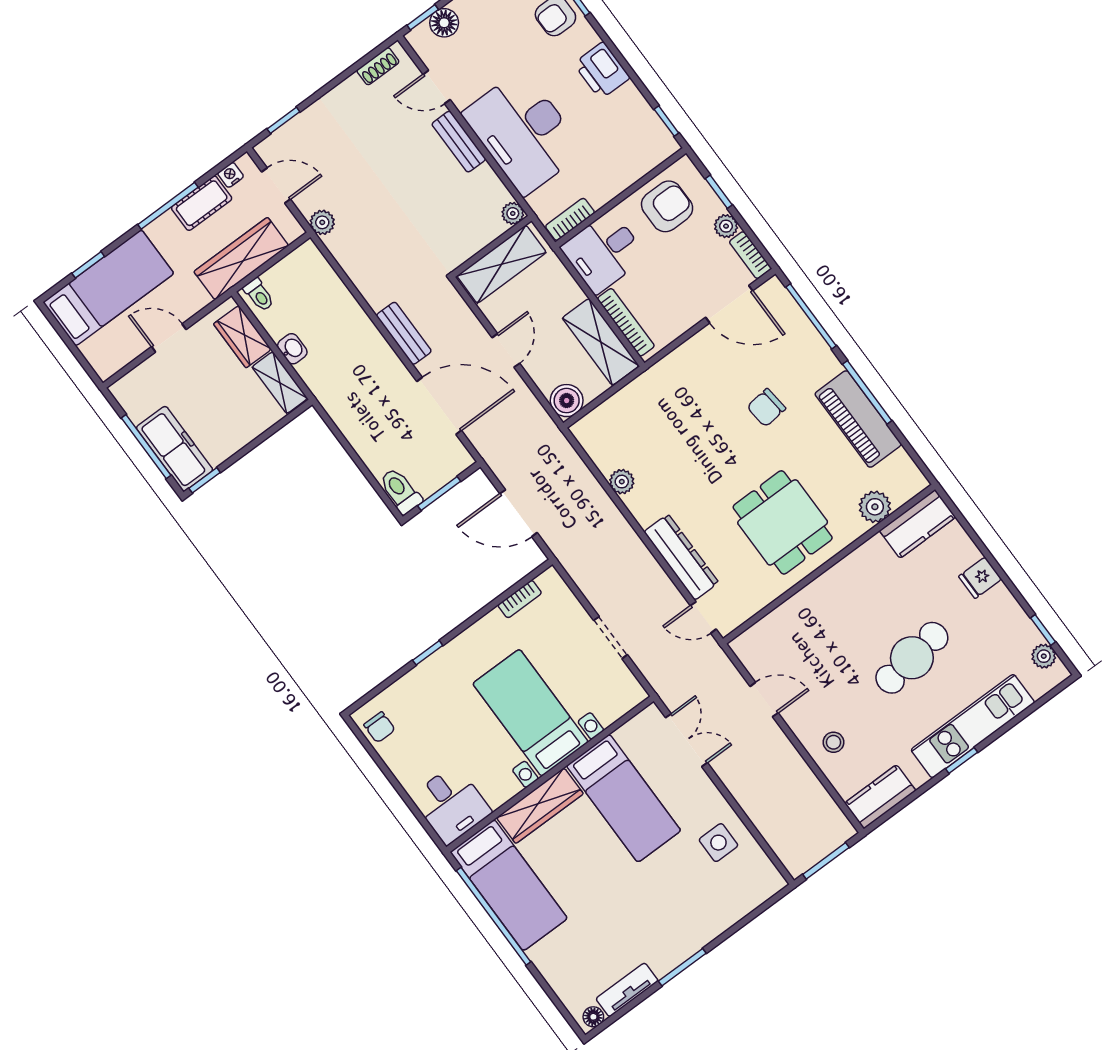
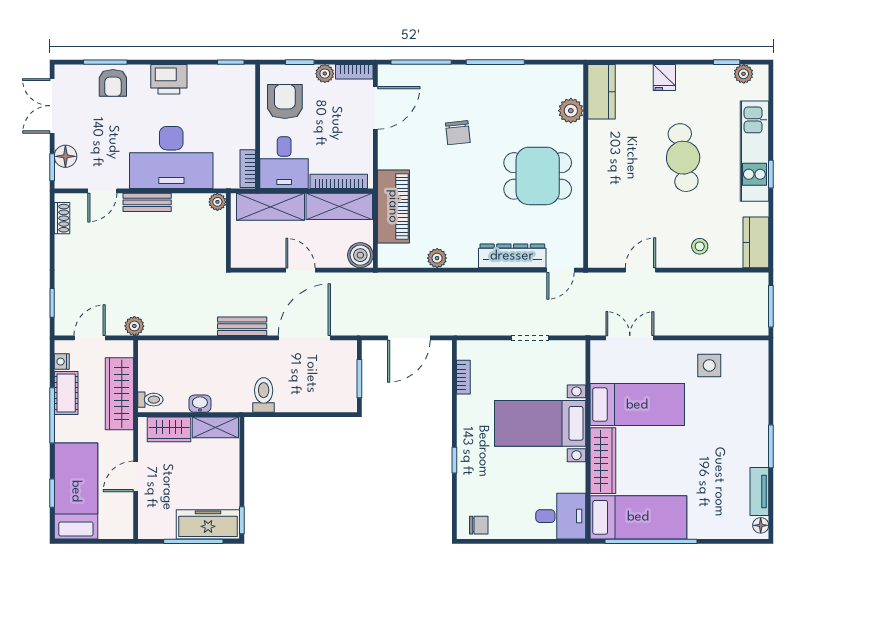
shelving: (502, 264) -> (270, 207), moved, turned 90
piano: (858, 419) -> (393, 206), moved, turned -90
toilet: (400, 491) -> (264, 395), moved, turned 90

